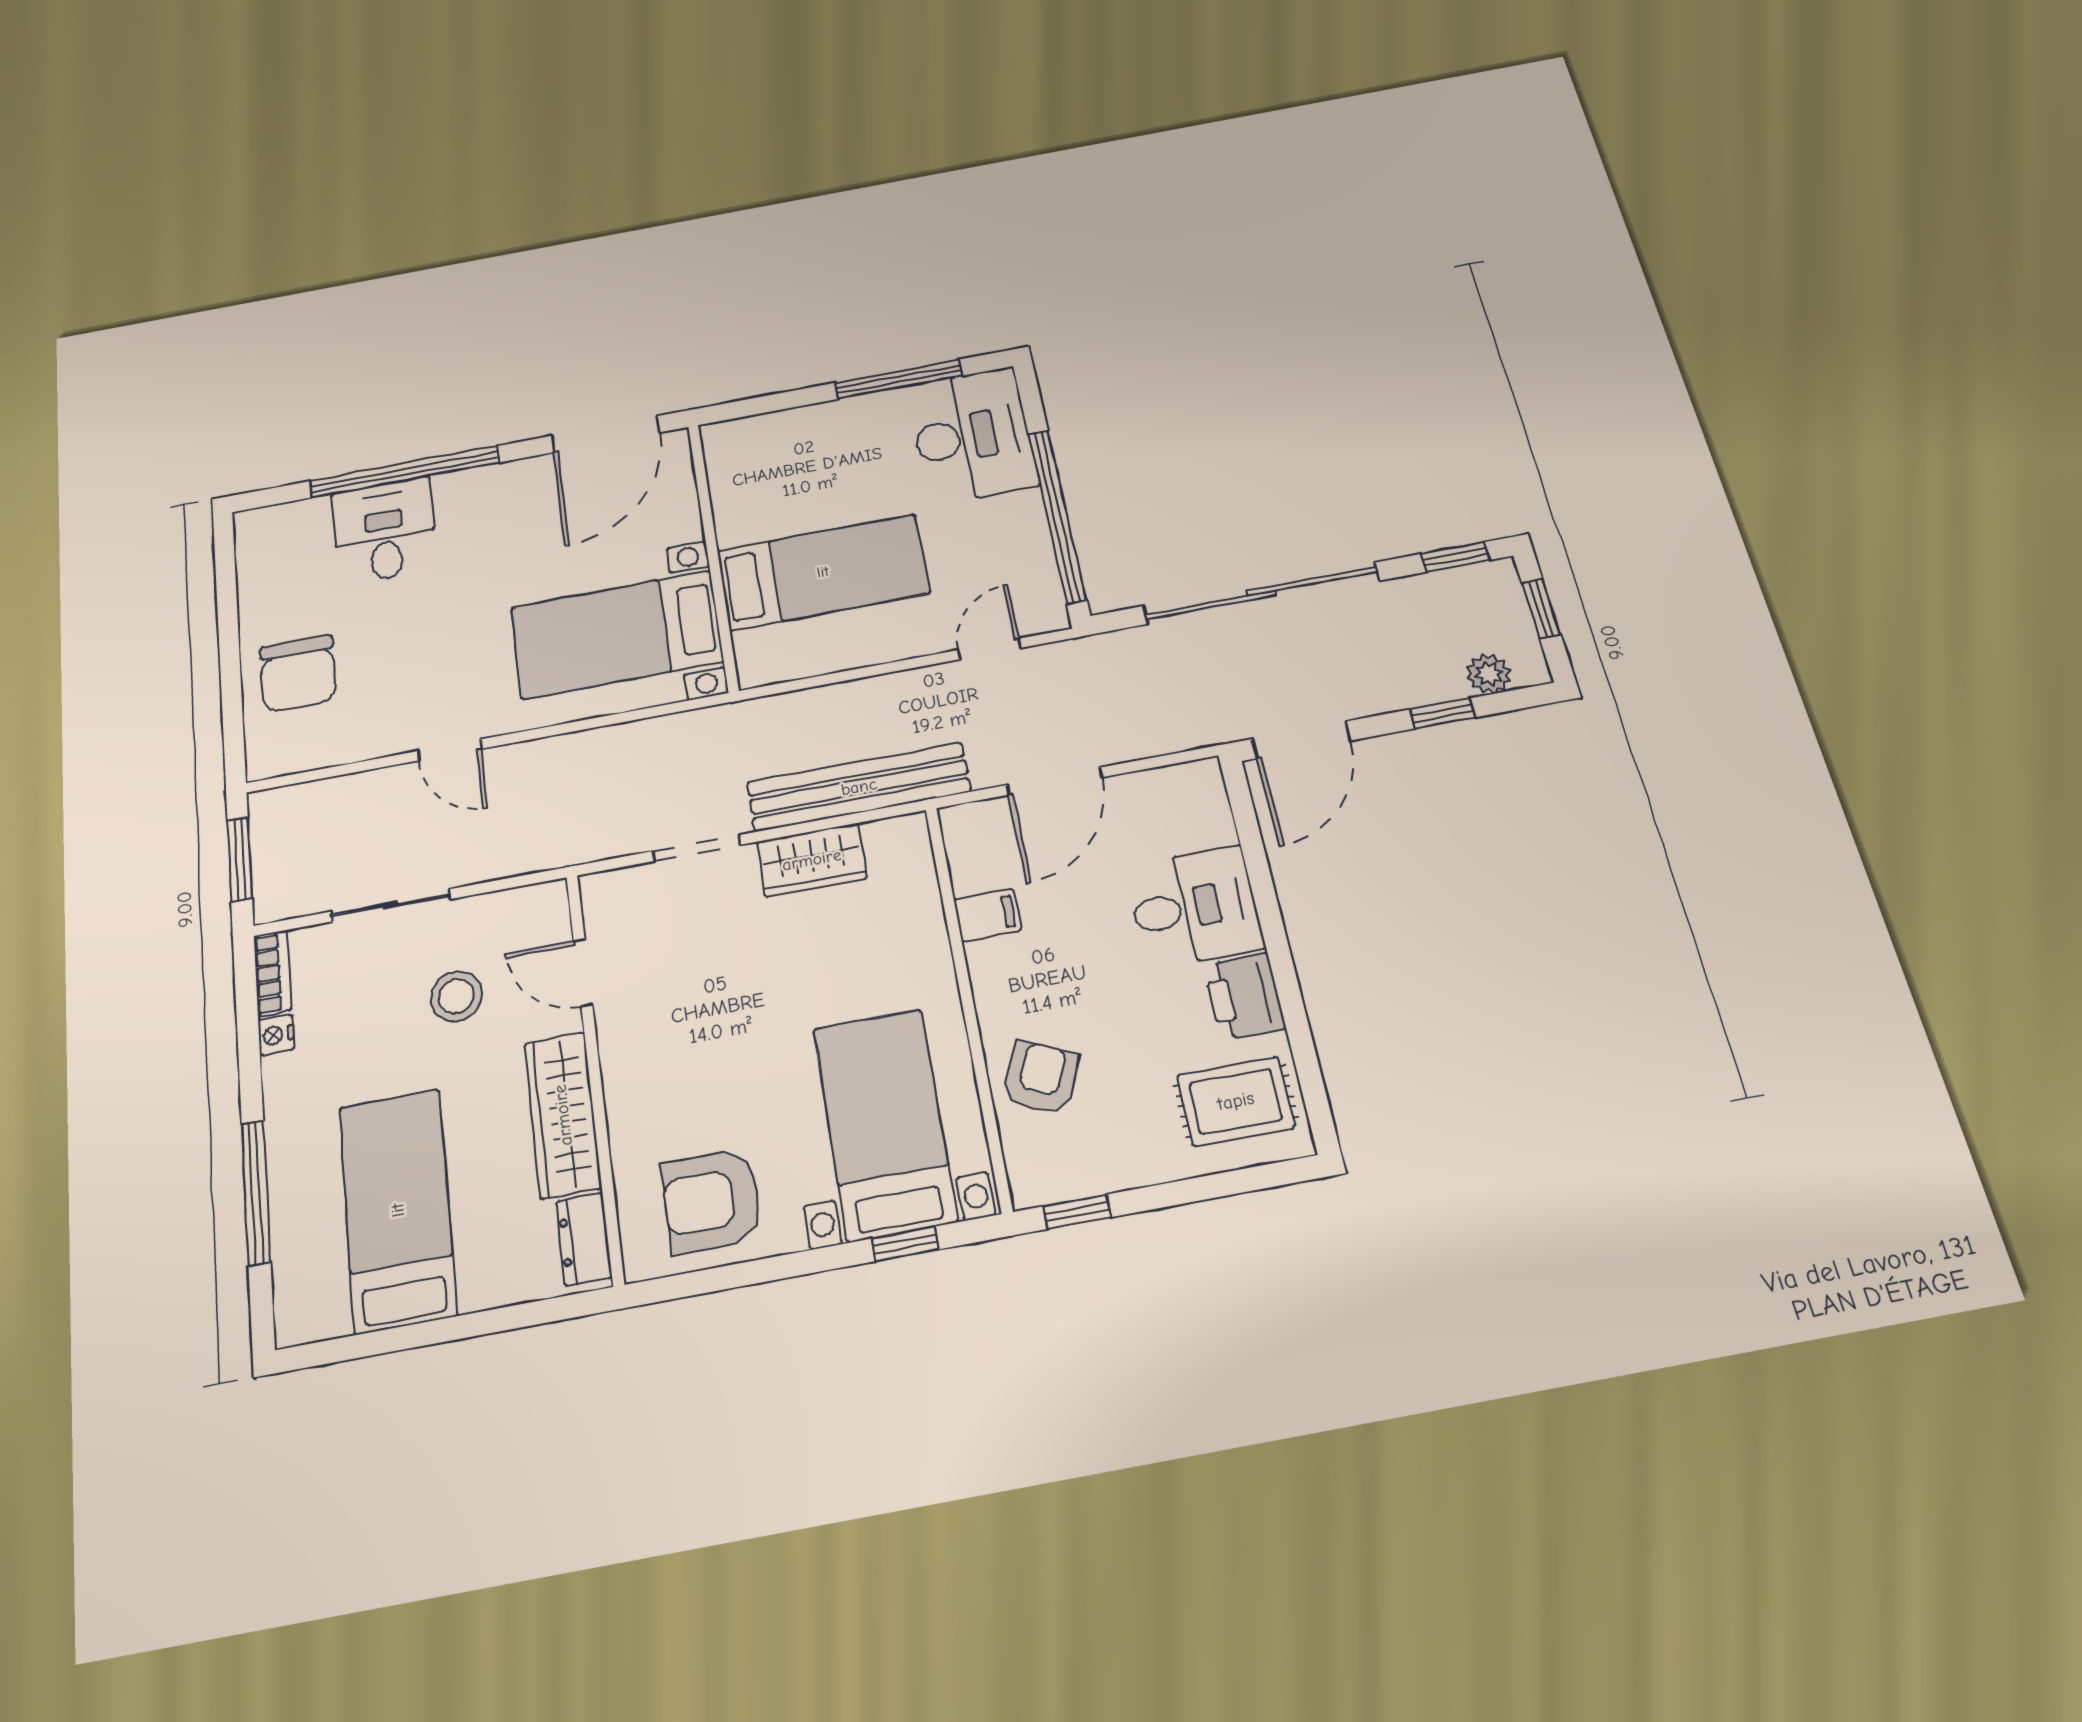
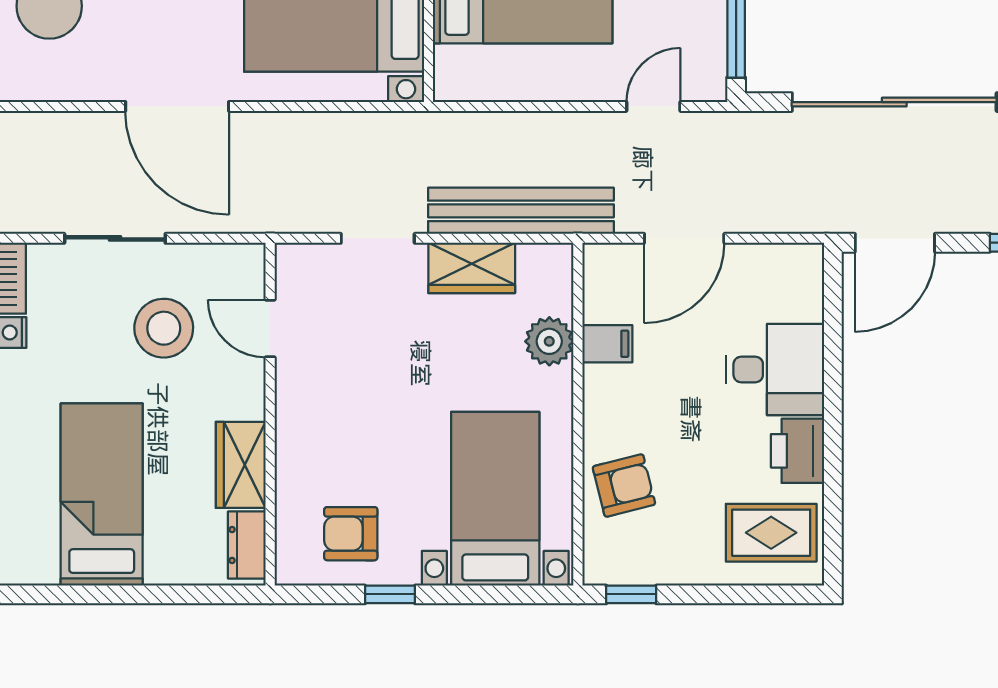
door: (450, 750) -> (177, 106), width x1.87
plant: (918, 925) -> (549, 341), added
stool: (456, 996) -> (164, 328), width x1.38, depth x1.38
armchair: (1041, 1078) -> (624, 485), turned 52
wardrobe: (563, 1115) -> (241, 465), width x0.67
armchair: (712, 1201) -> (351, 534), width x0.72, depth x0.72
window: (905, 1244) -> (390, 594), moved

